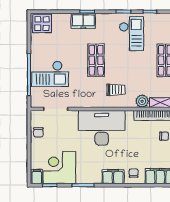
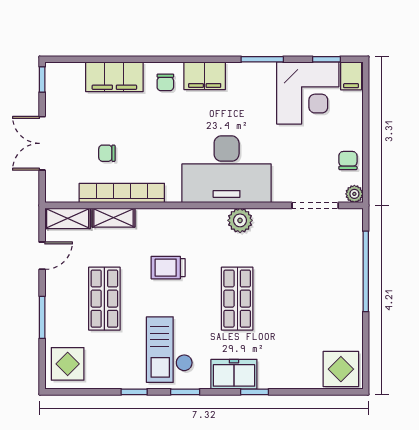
freezer: (83, 21) -> (234, 374), moved
checkout: (50, 74) -> (326, 273), removed
trolley: (116, 90) -> (168, 268), moved
plant: (142, 101) -> (240, 220), moved
plant: (35, 115) -> (354, 194), added

